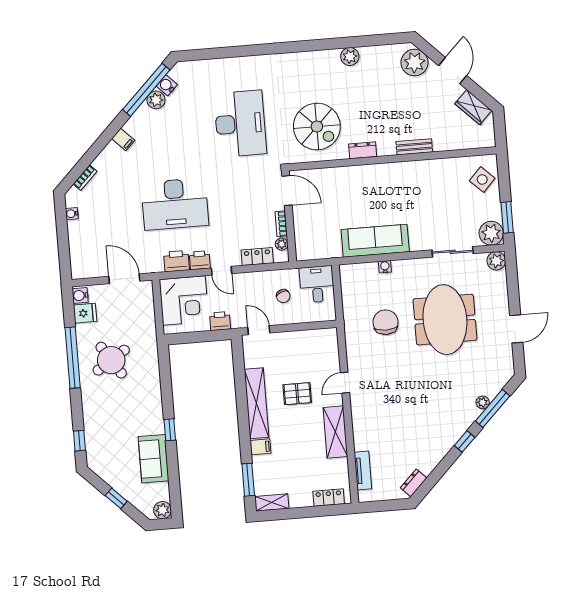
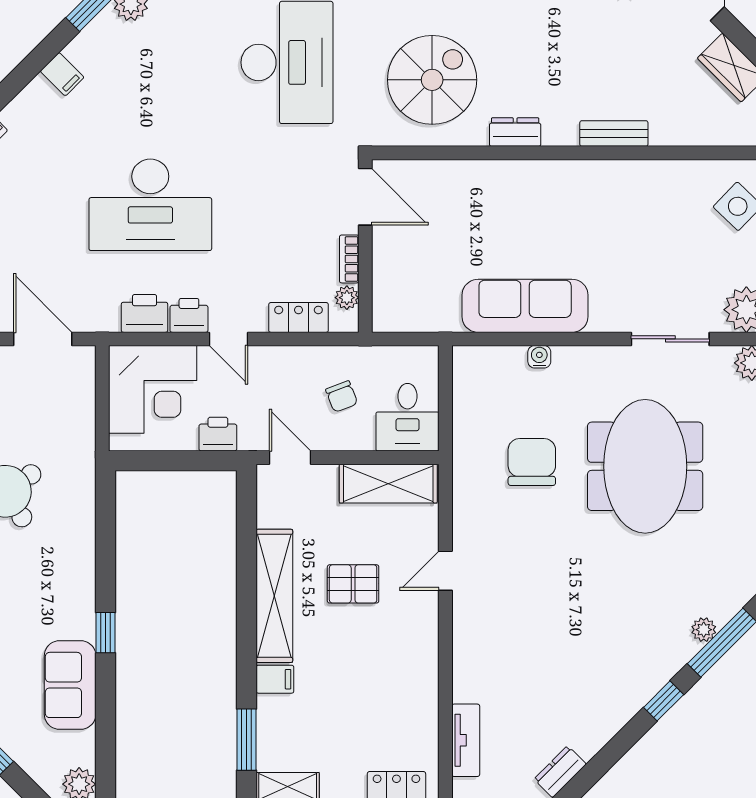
spiral stairs: (317, 127) -> (432, 80), turned -90
desk: (317, 284) -> (407, 417), moved, turned 180
shelving: (335, 432) -> (388, 484), moved, turned 90

